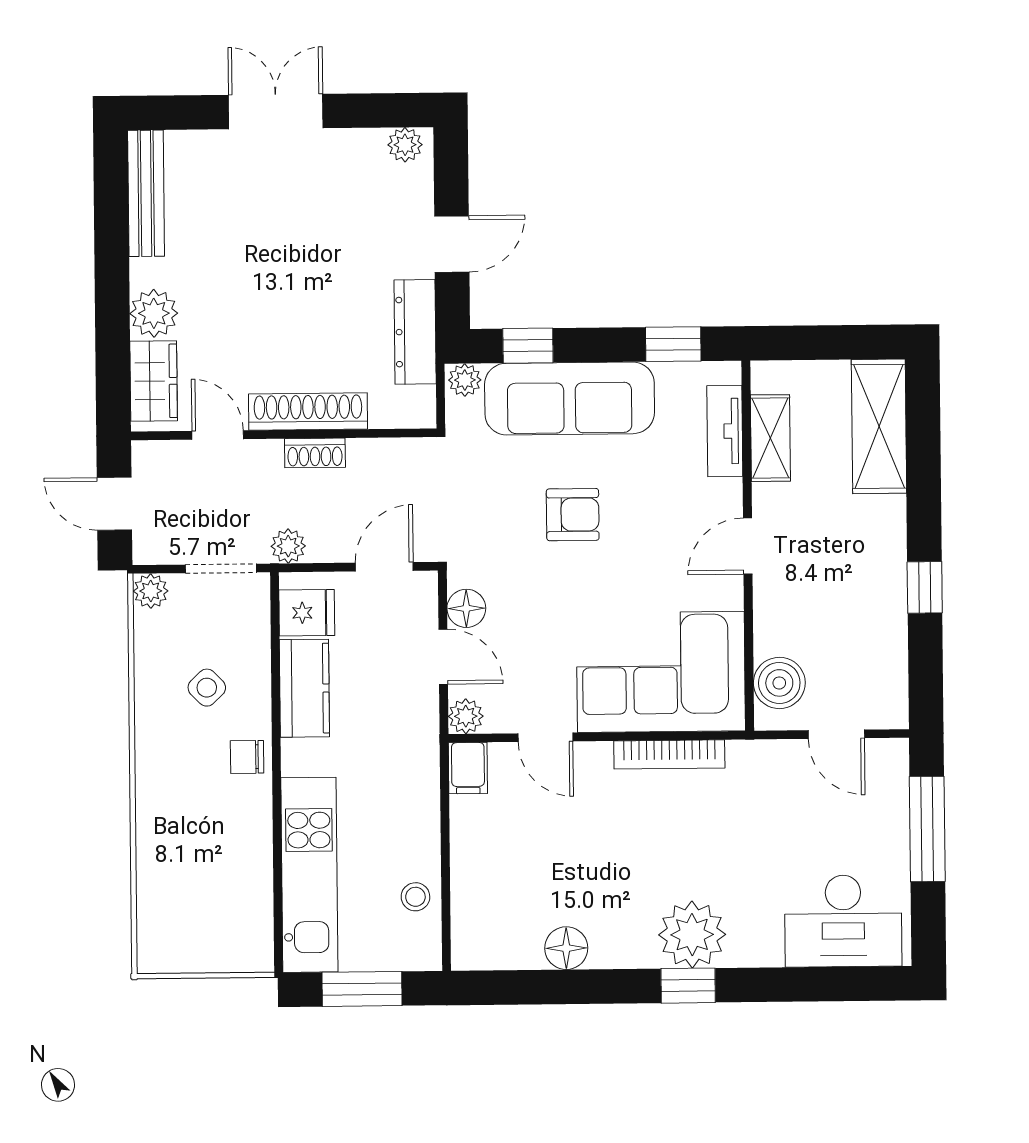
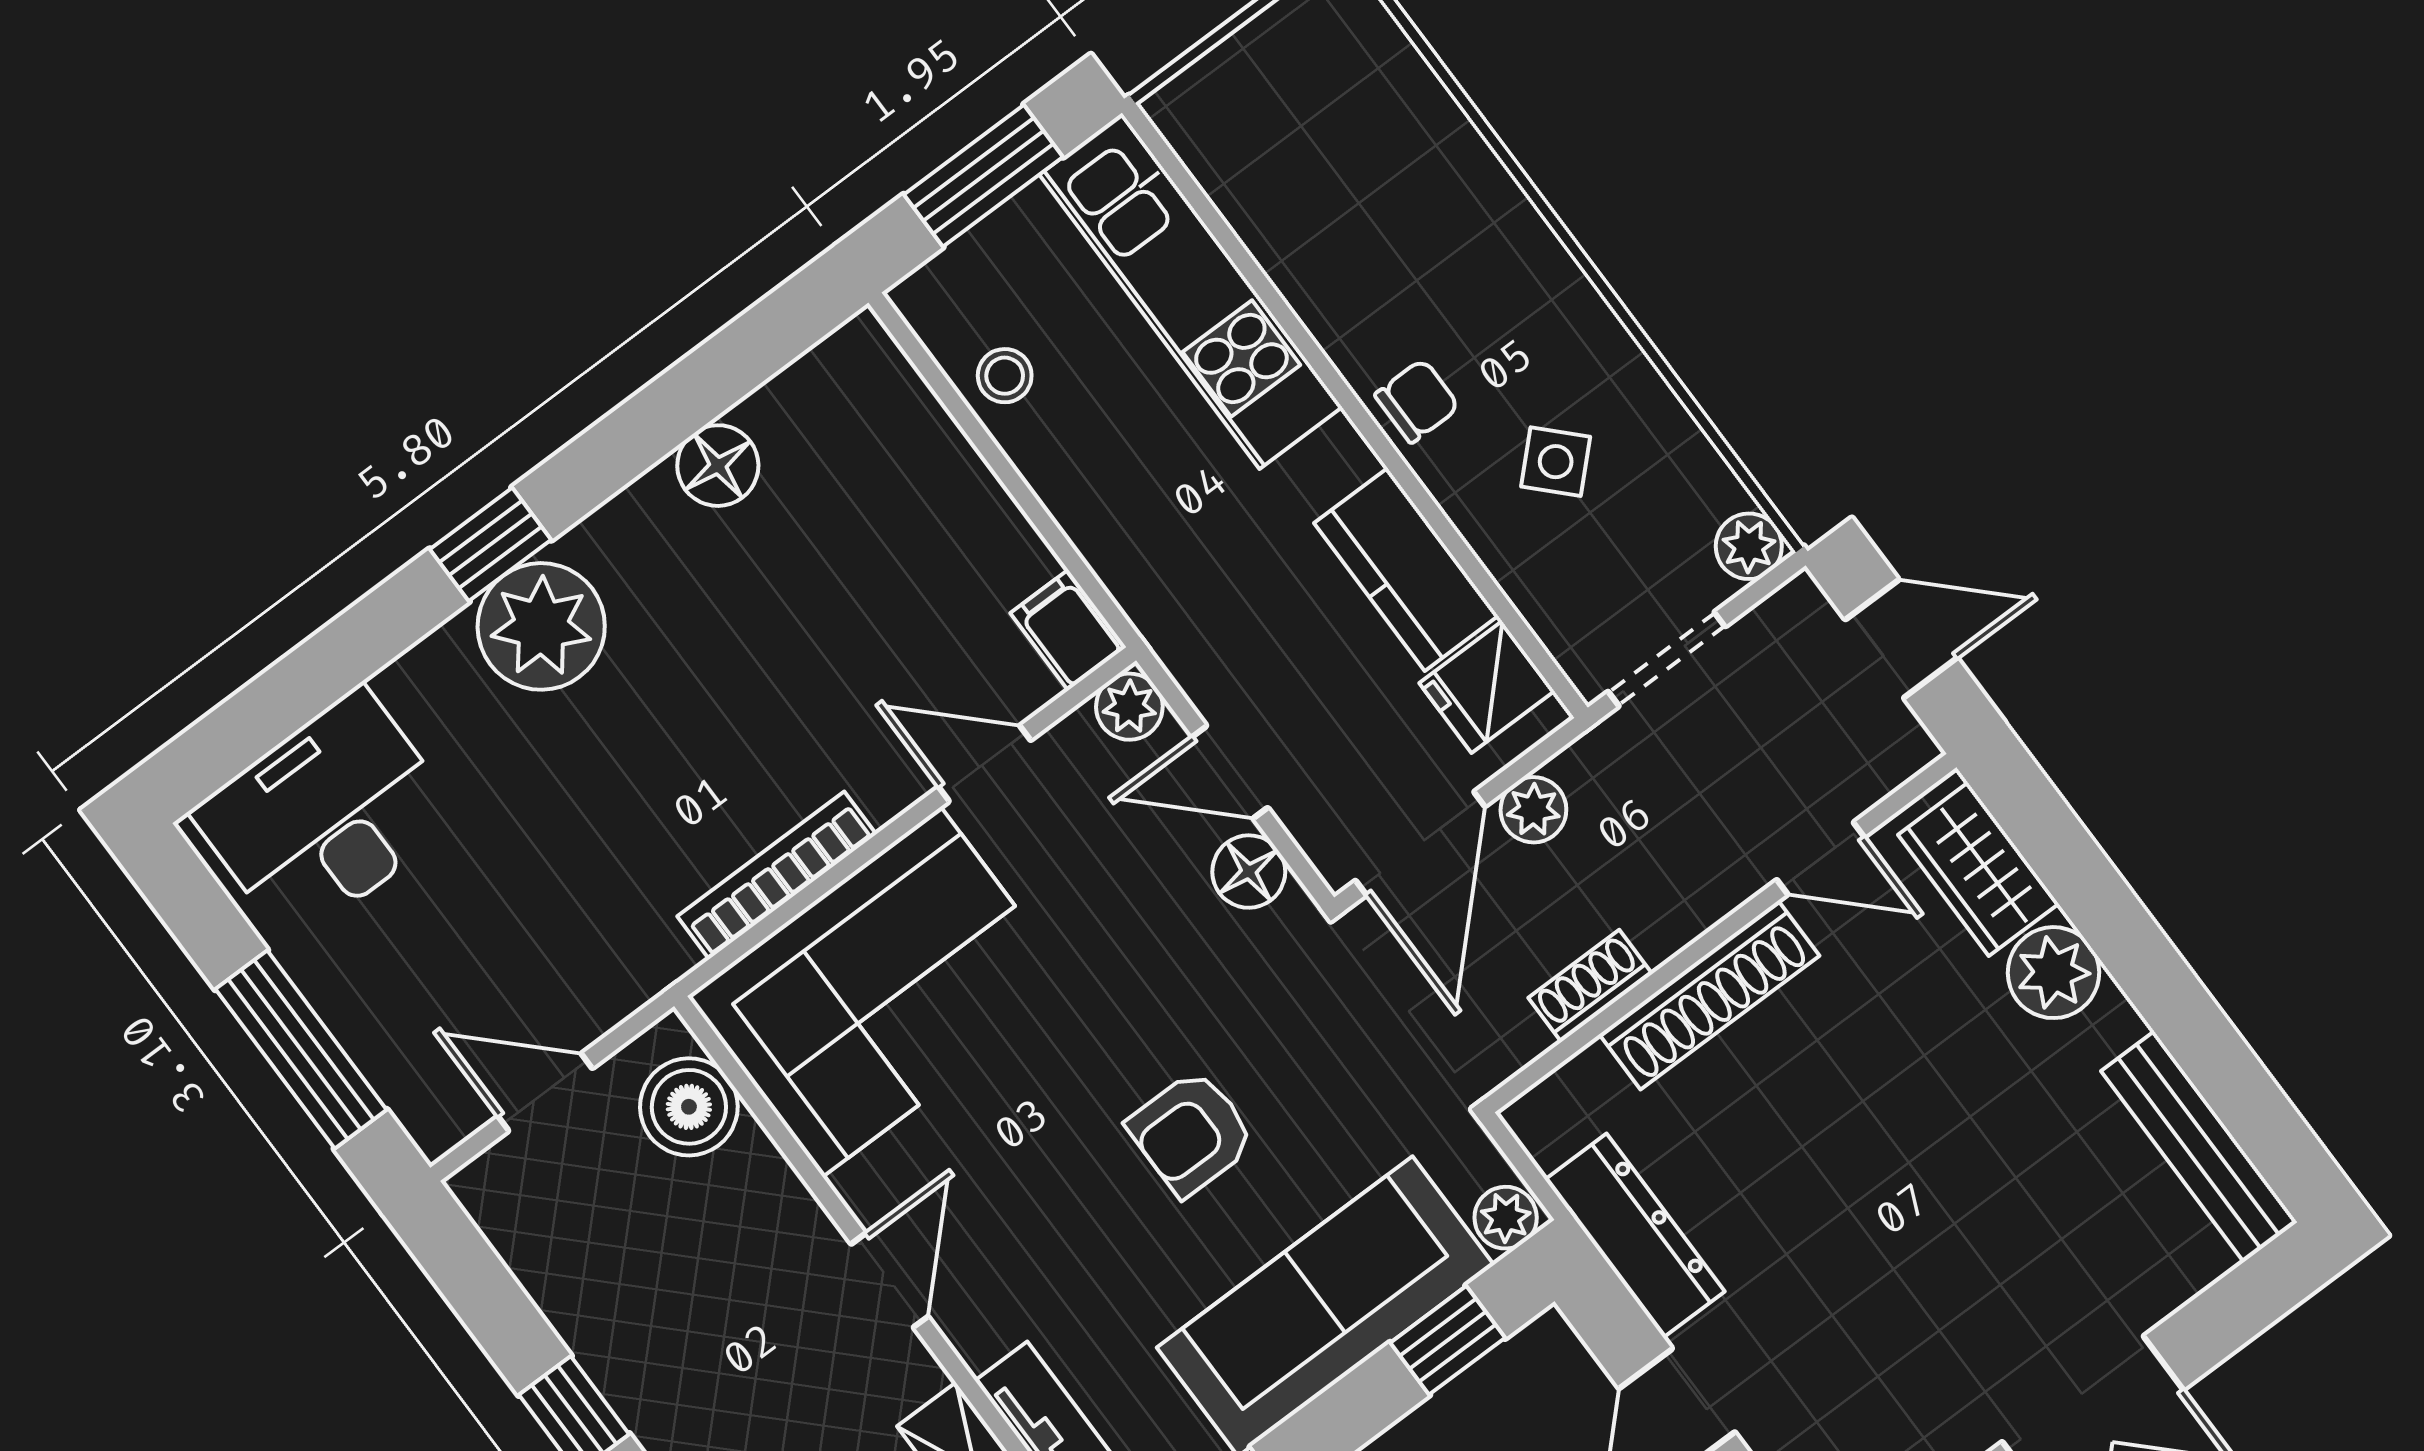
shoe rack: (315, 453) -> (1590, 986), moved
plant: (288, 546) -> (1533, 810), moved
door: (384, 567) -> (1420, 843), width x1.38

